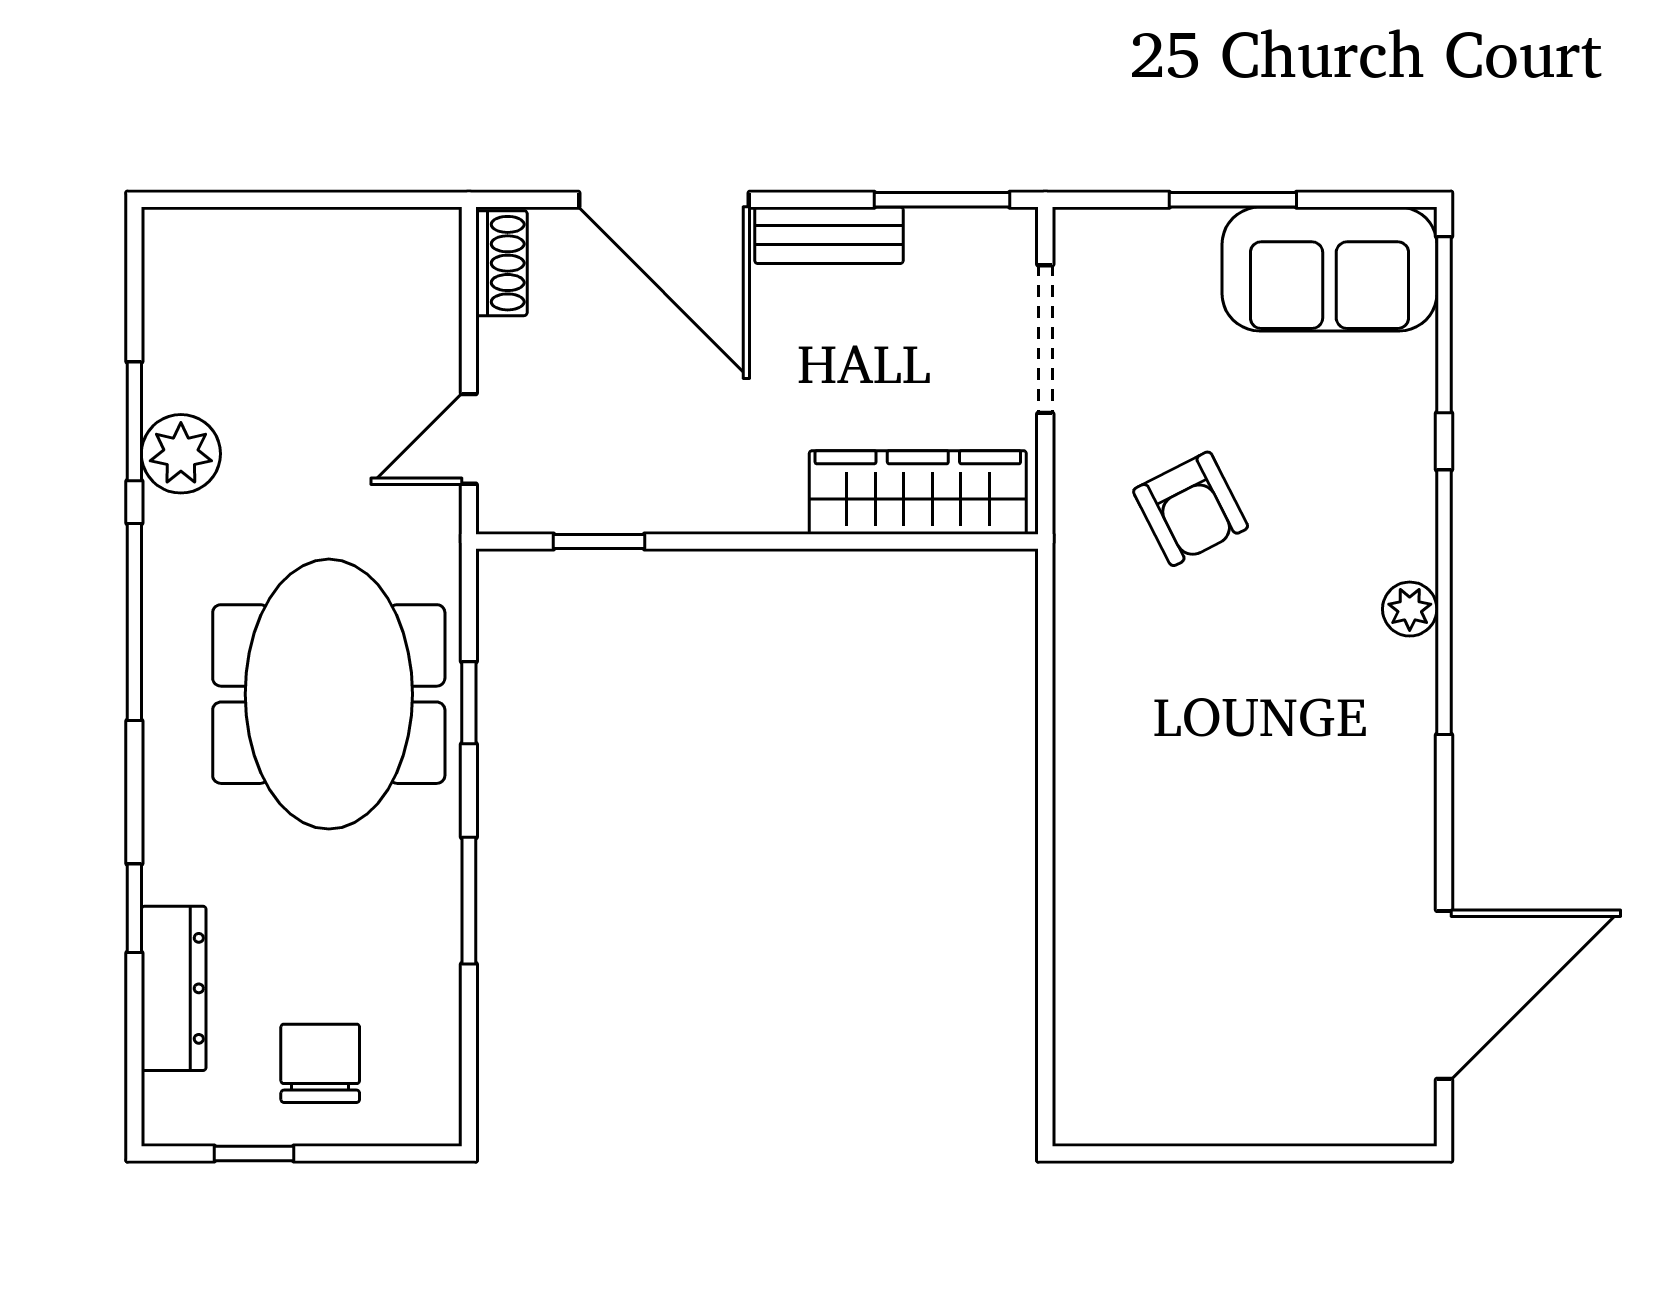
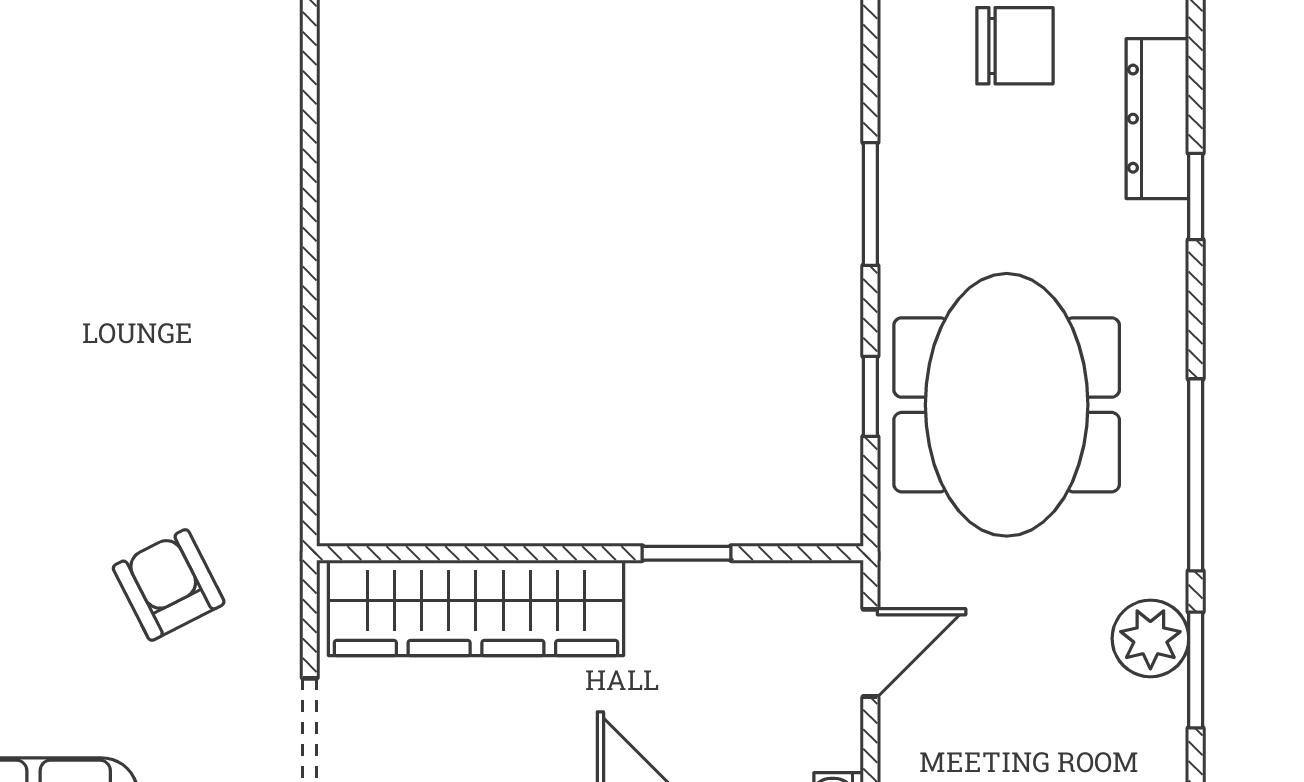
wardrobe: (918, 492) -> (476, 608), width x1.40, depth x1.17
window: (599, 541) -> (687, 553), moved
chair: (320, 1063) -> (1015, 46), turned -90

